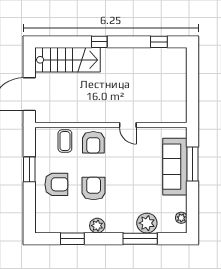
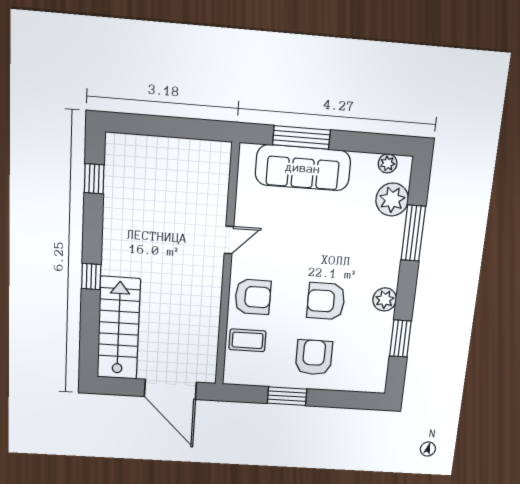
plant: (147, 223) -> (392, 200), moved

